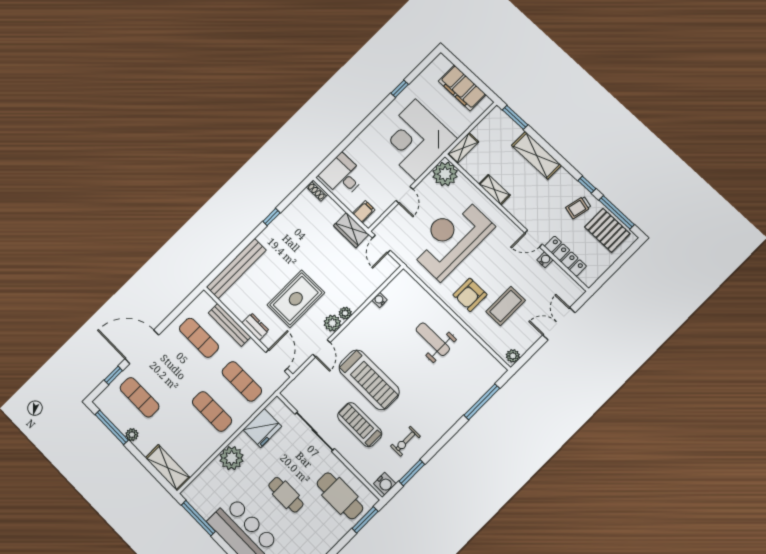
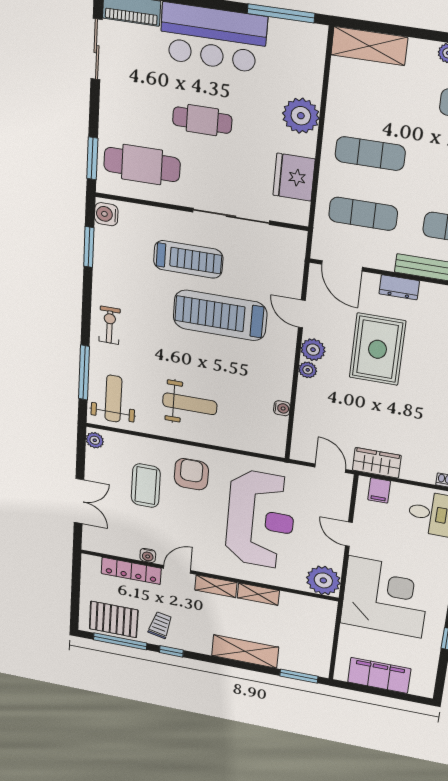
shelving: (463, 148) -> (216, 586), moved, turned 90
weight bench: (478, 374) -> (113, 399), added
exercise bike: (405, 441) -> (110, 325), moved

